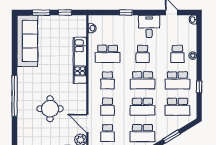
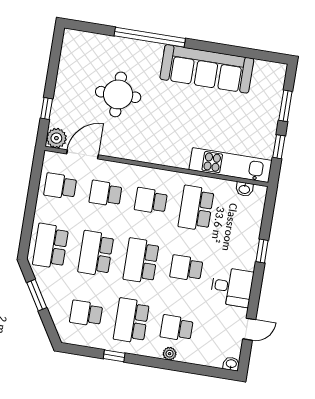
sofa: (27, 41) -> (207, 69), moved
kitchen unit: (80, 60) -> (231, 165), moved
school desk: (177, 107) -> (86, 313), width x0.54

